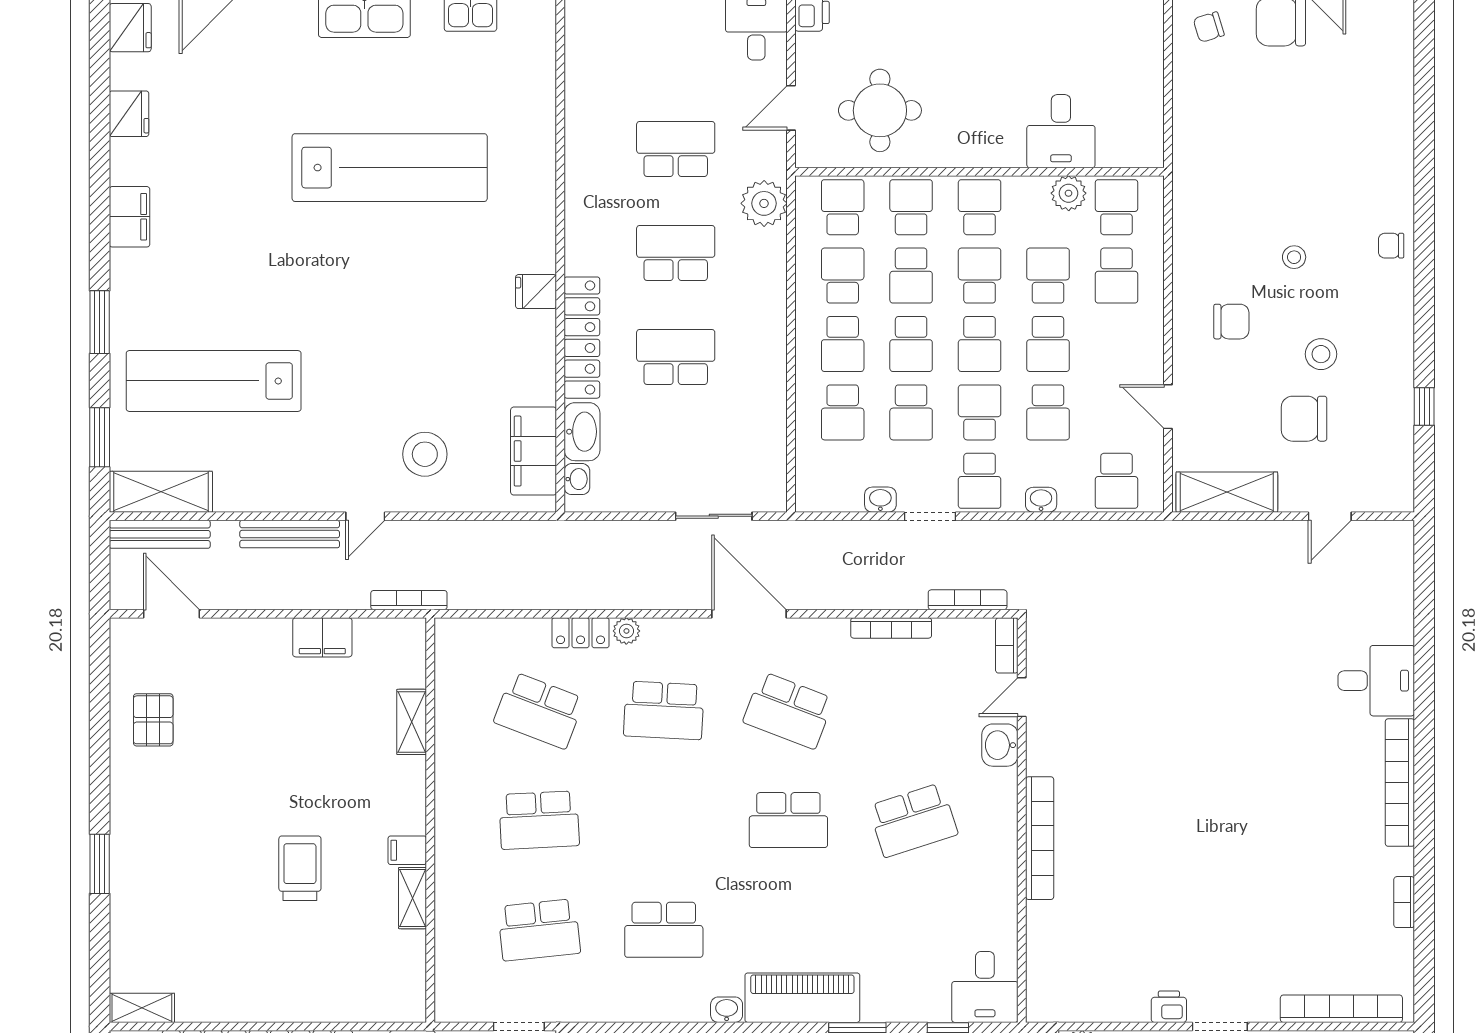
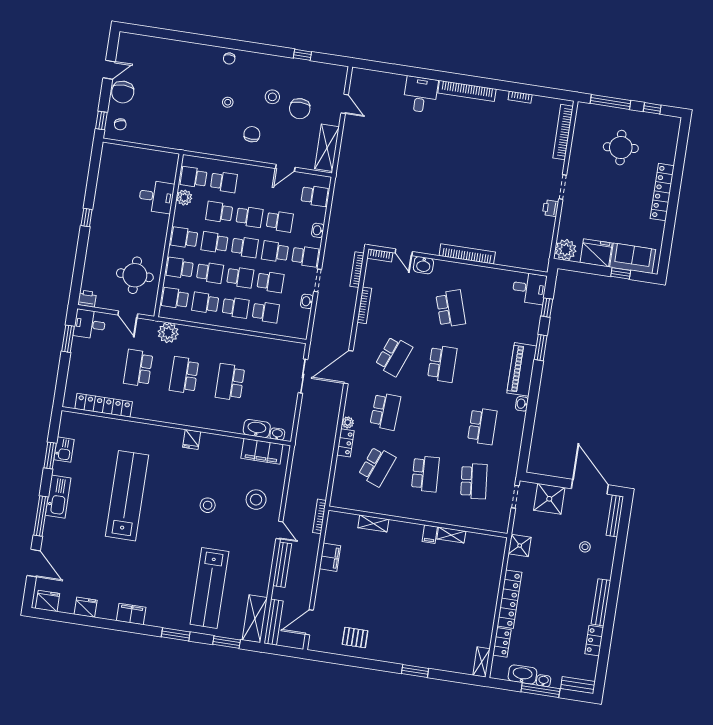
locker: (582, 338) -> (104, 405), moved
stool: (396, 349) -> (208, 505), added
trolley: (300, 868) -> (430, 583), removed

